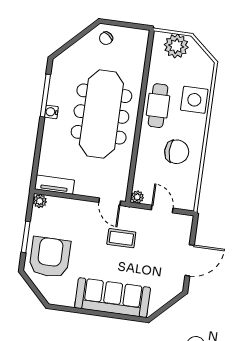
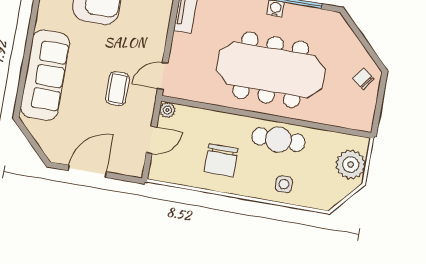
side table: (194, 100) -> (284, 184), width x0.54, depth x0.54
door: (190, 260) -> (87, 171), swing flipped

